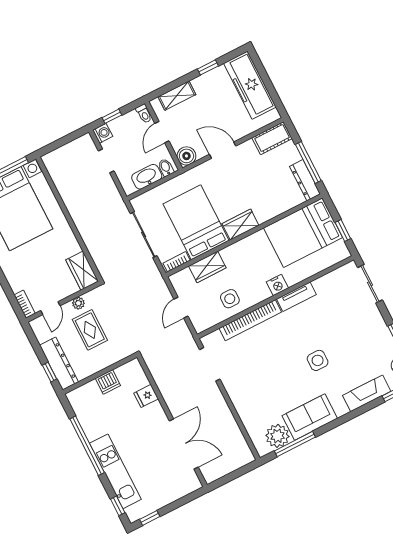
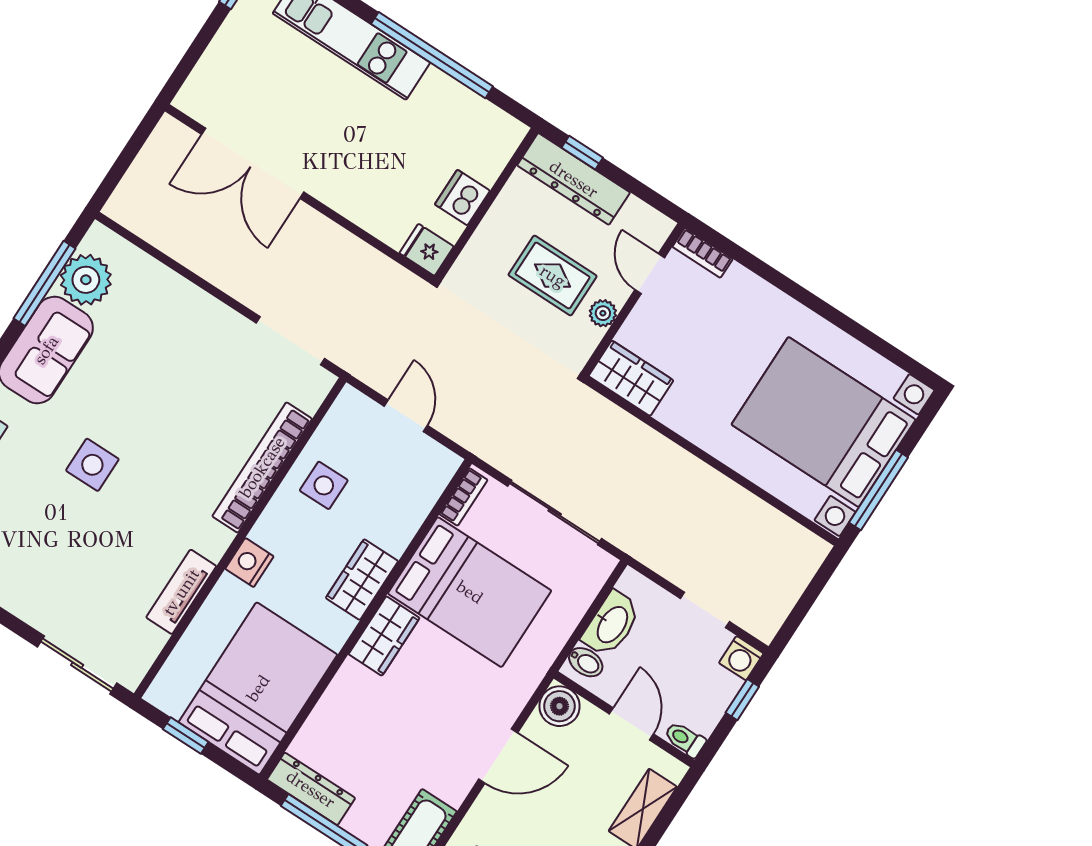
wardrobe: (207, 267) -> (362, 580), moved
tv unit: (296, 297) -> (181, 592), moved
fridge: (146, 396) -> (426, 250), moved, turned -90

